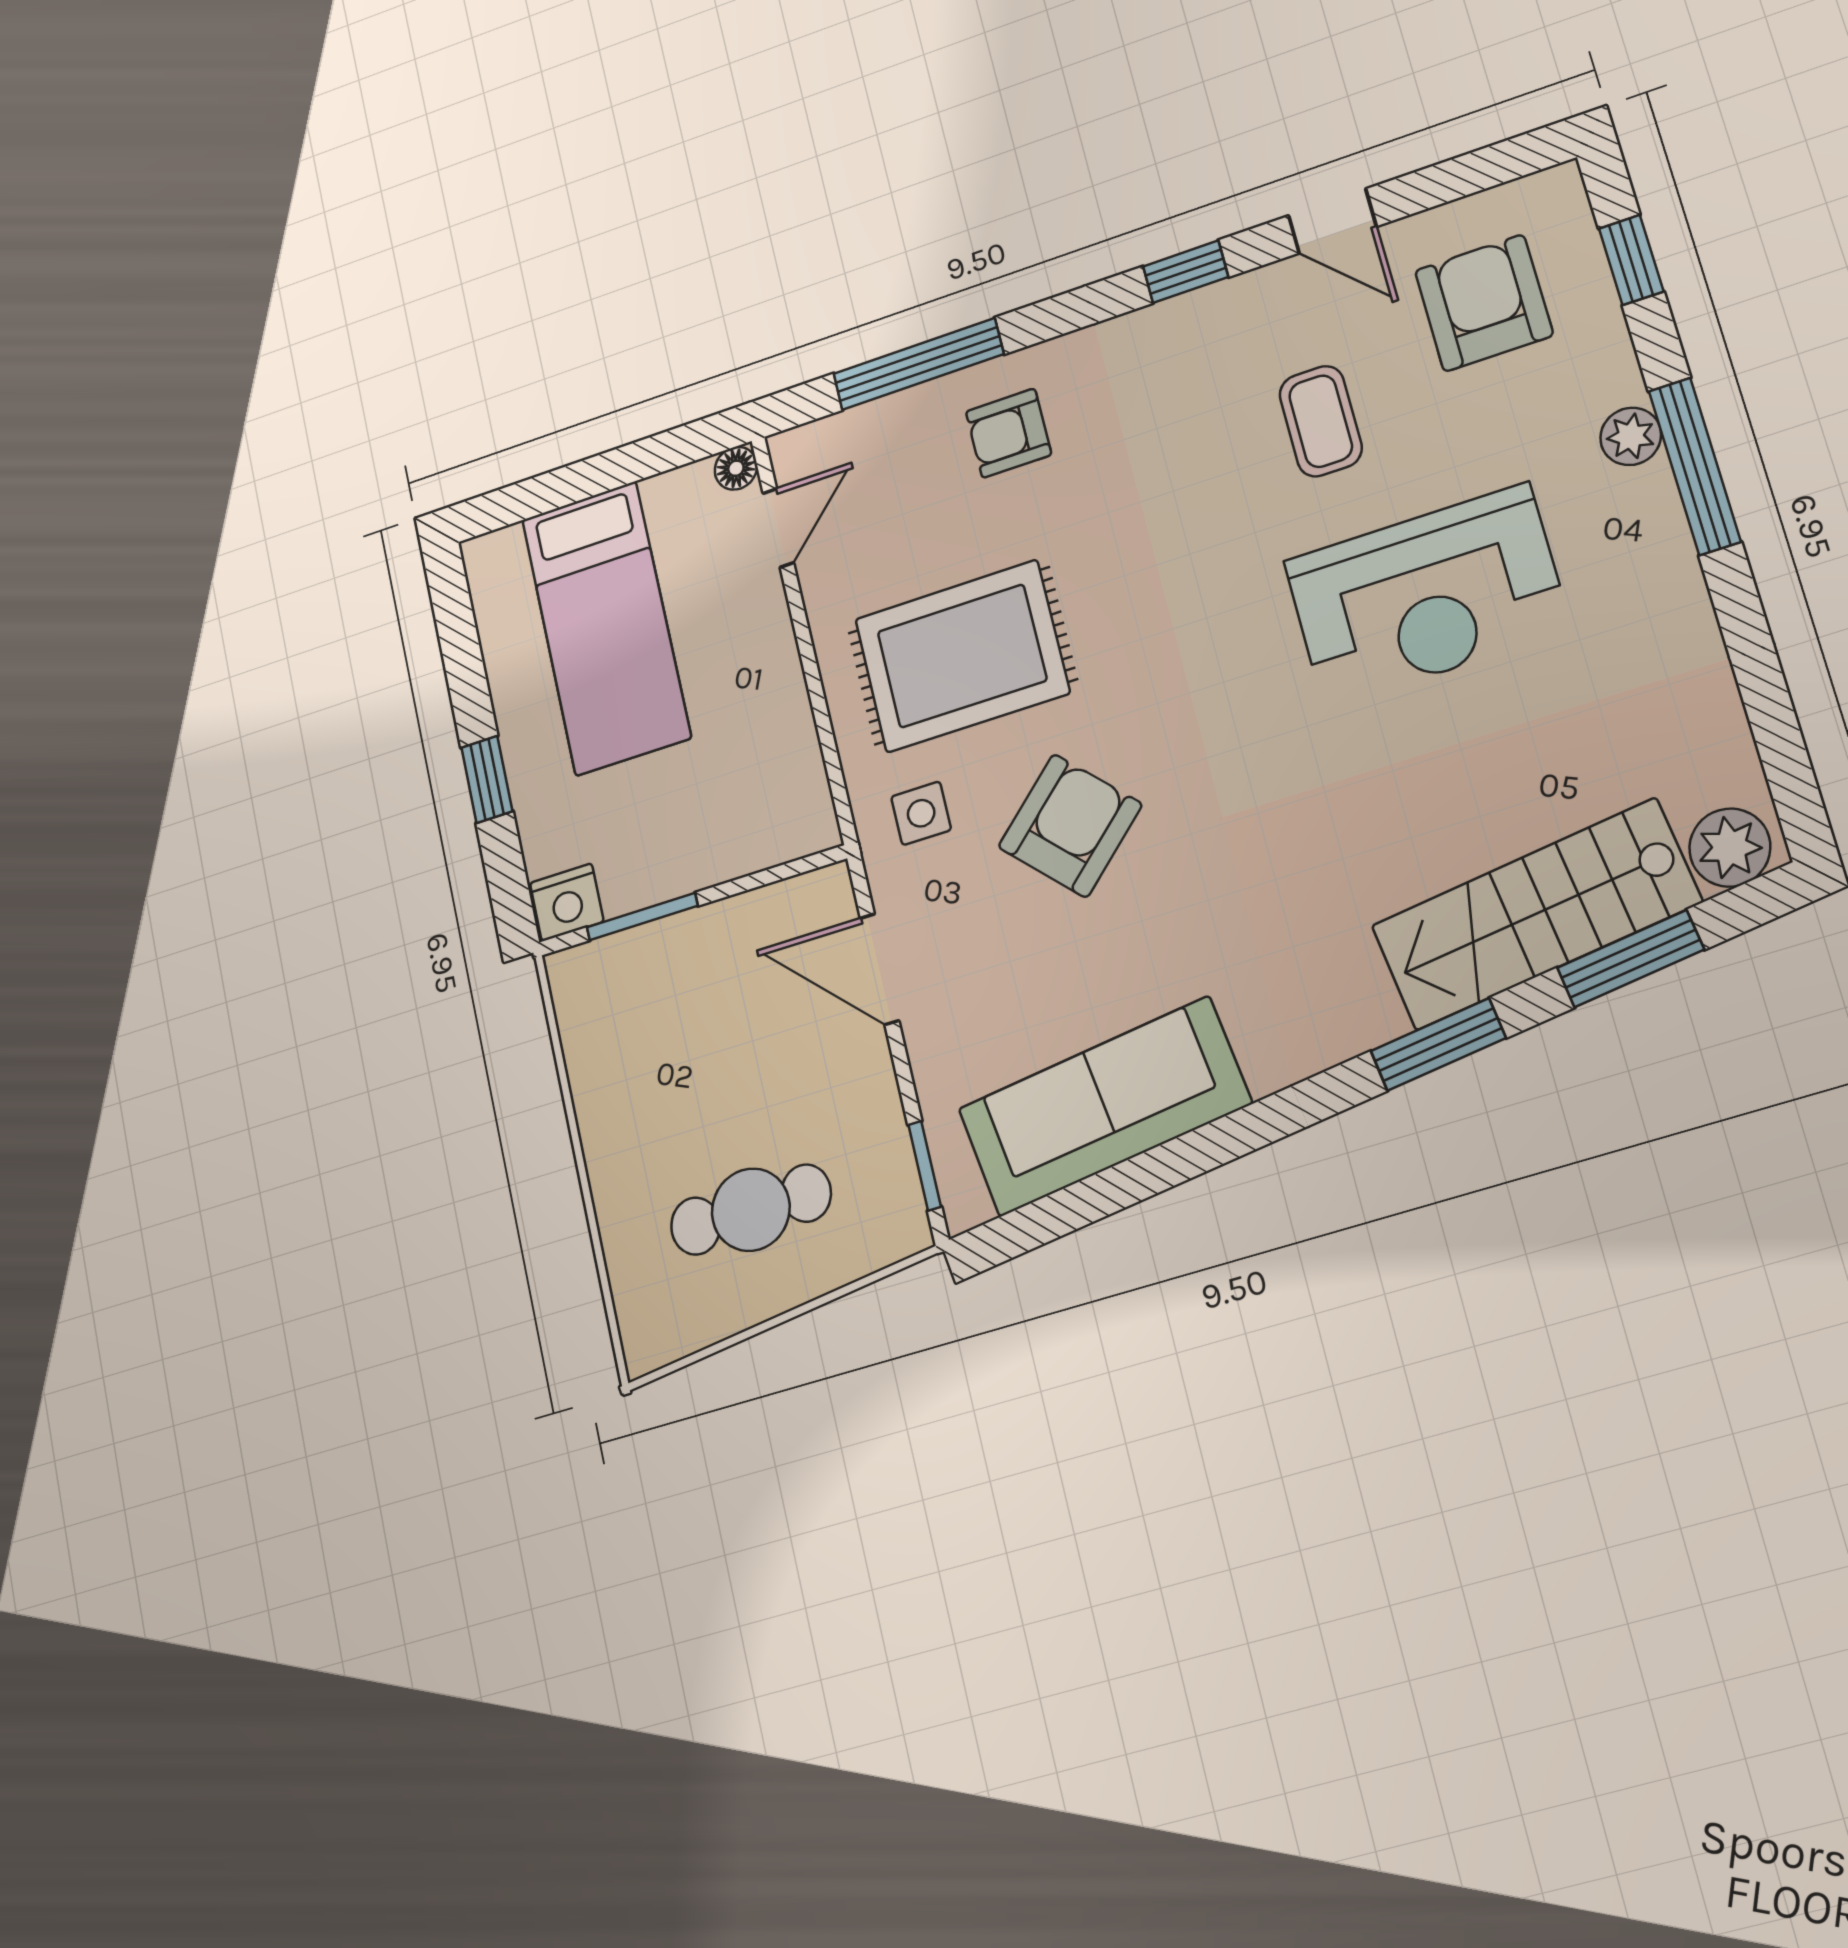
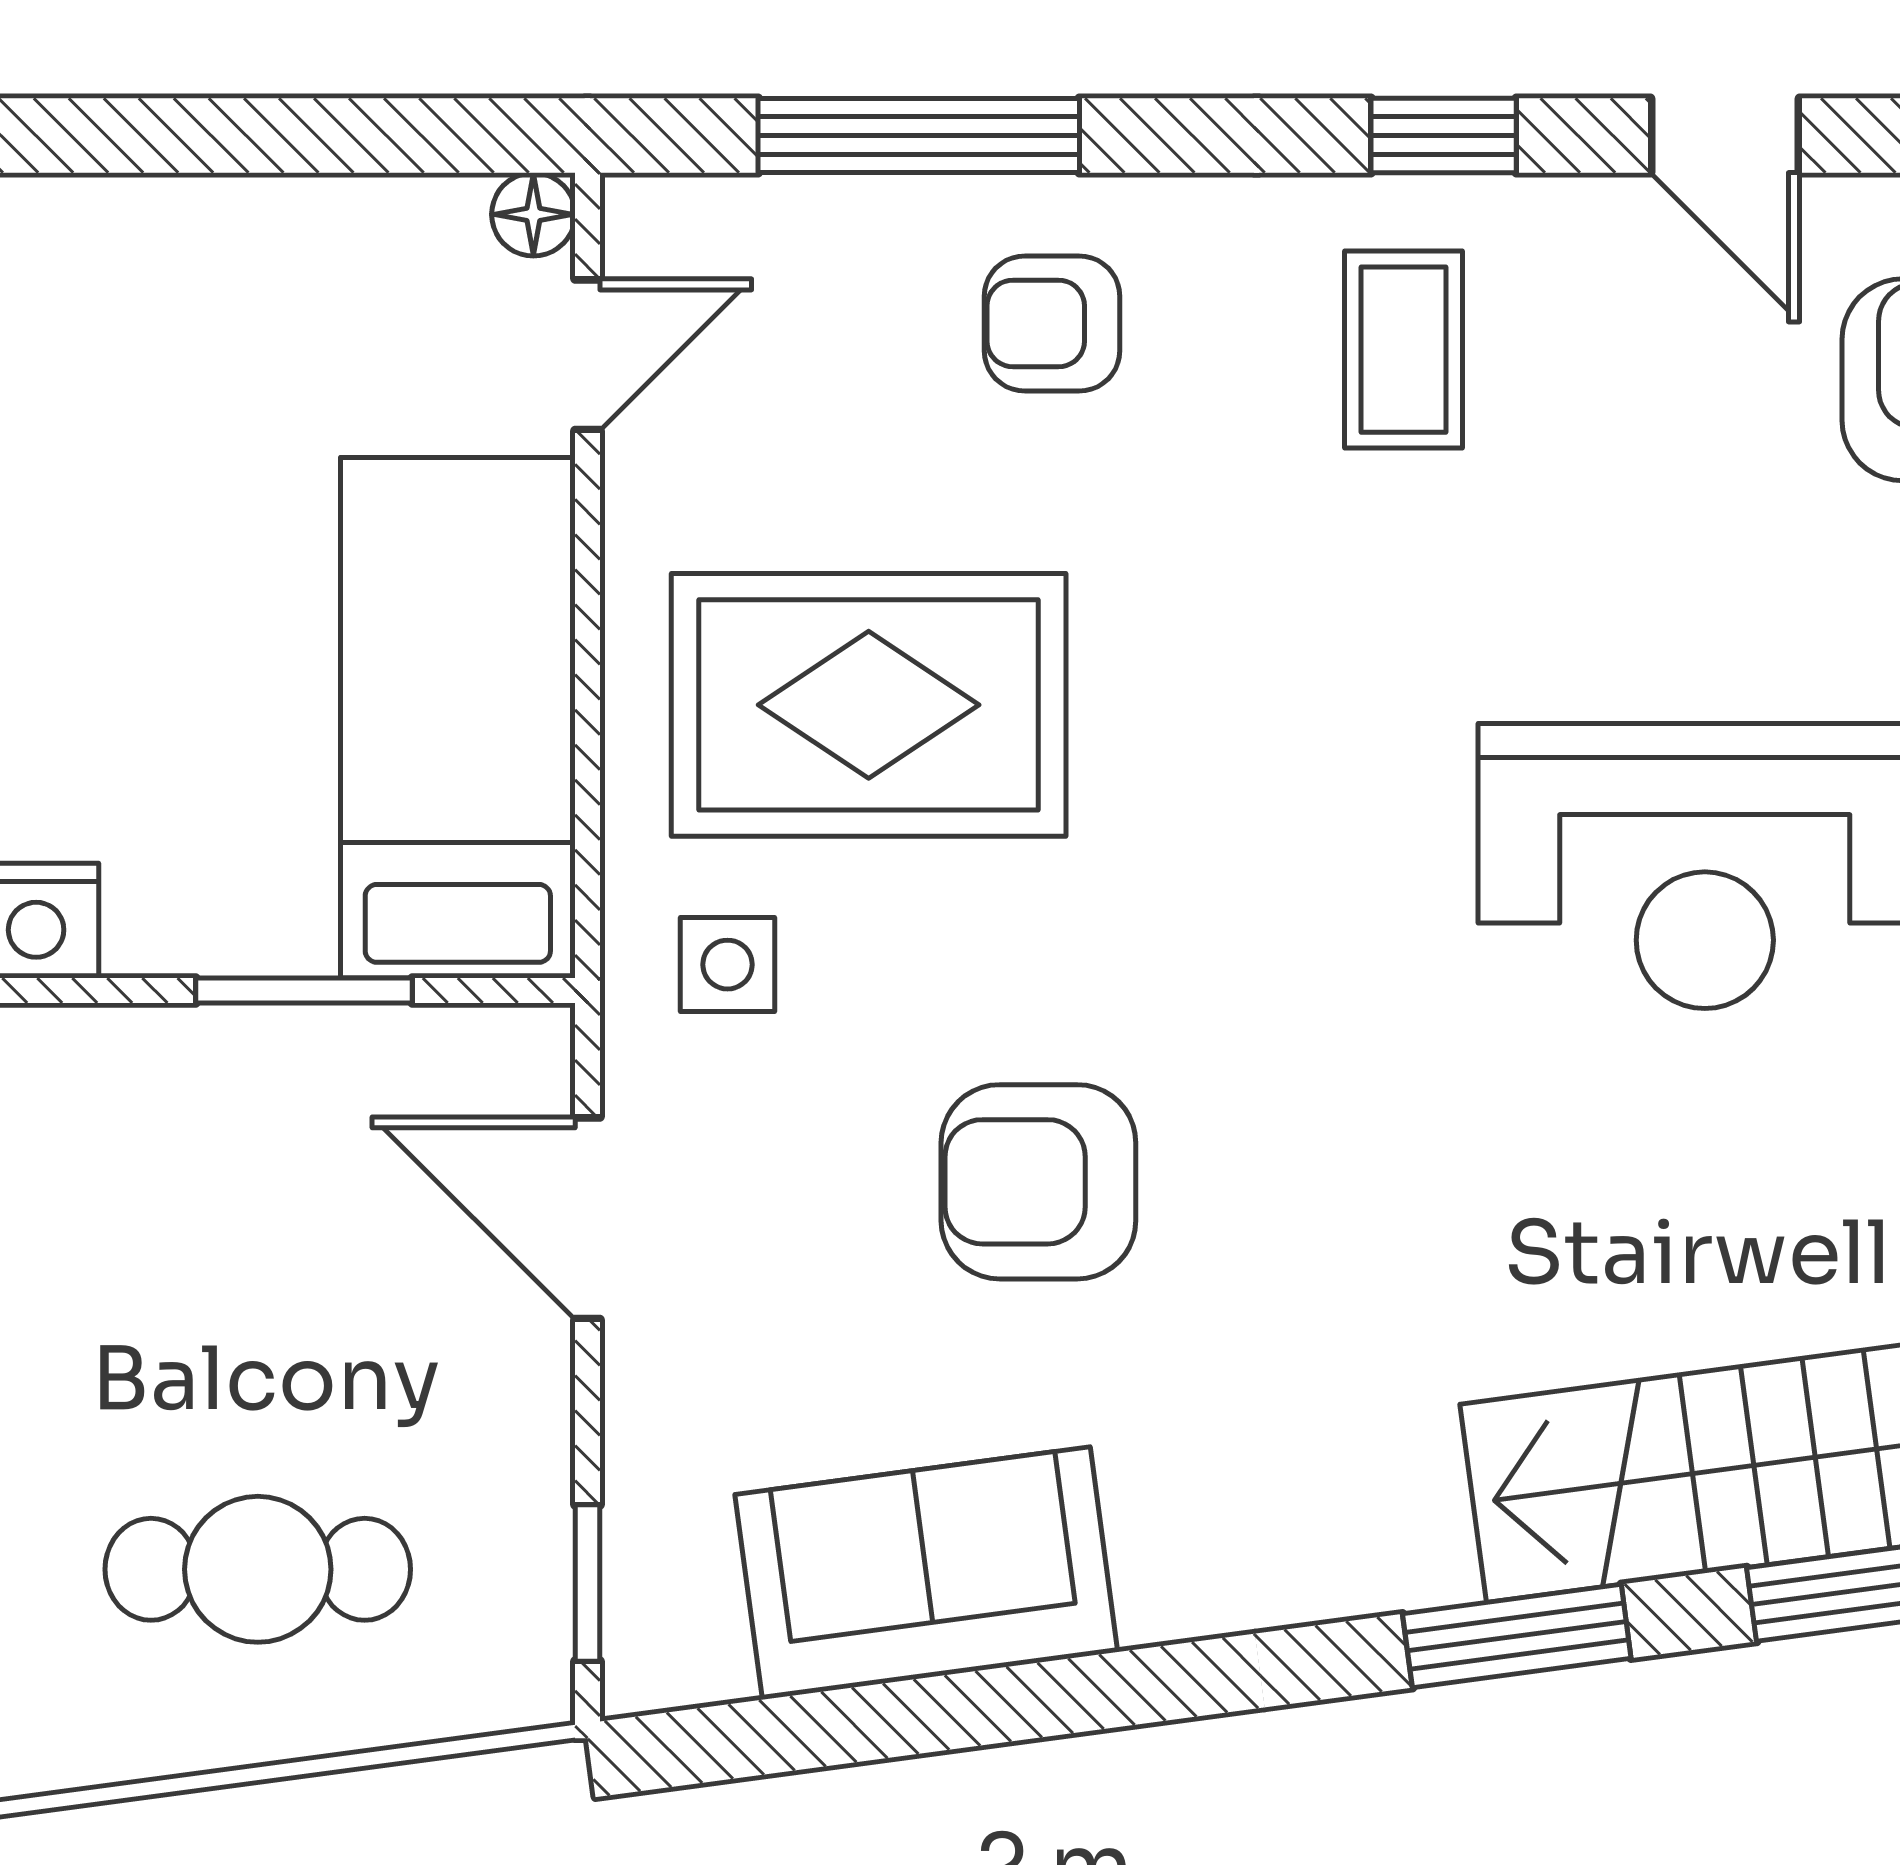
coffee table: (1321, 421) -> (1404, 350), moved
bed: (606, 628) -> (458, 718), moved, turned 180
armchair: (1070, 826) -> (1038, 1182), moved, turned -136
window: (642, 916) -> (304, 990), moved
sofa: (1104, 1106) -> (926, 1573), width x0.73

